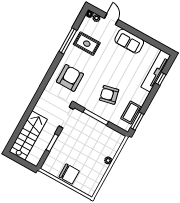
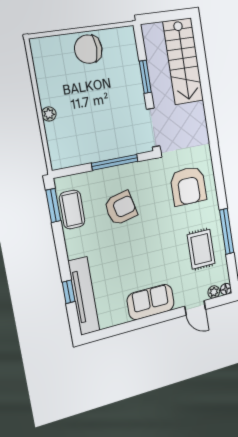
rug: (87, 44) -> (201, 249), turned 90

